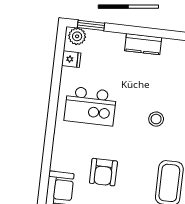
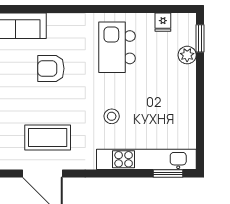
plant: (77, 36) -> (187, 55), moved
kitchen counter: (143, 44) -> (187, 94), removed

